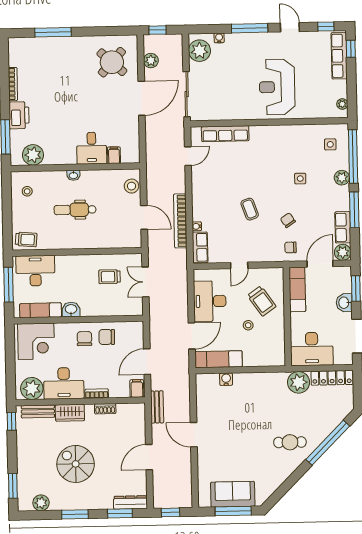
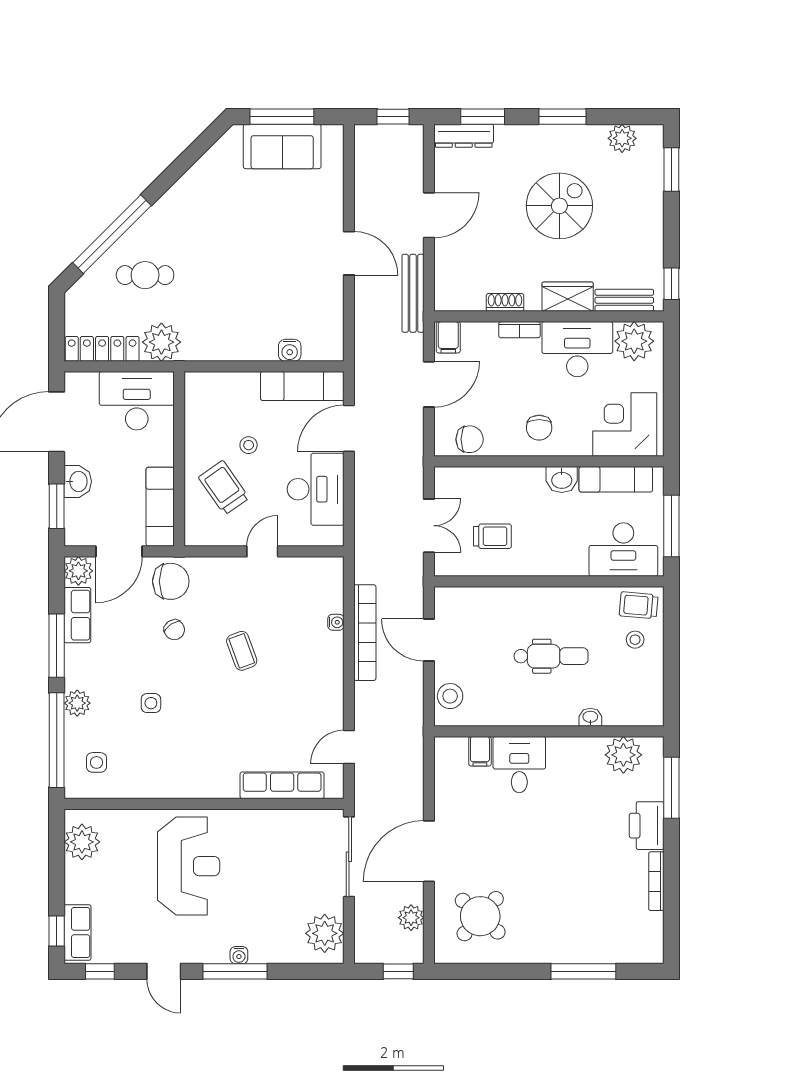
water cooler: (219, 38) -> (239, 955), moved
row of seats: (339, 56) -> (77, 933), width x0.68
plant: (342, 104) -> (82, 842), width x1.87, depth x1.87
washbasin: (73, 175) -> (590, 717), moved
stool: (27, 191) -> (635, 640), moved
row of seats: (200, 247) -> (331, 585), removed
chair: (290, 247) -> (171, 581), width x1.87, depth x1.87
chair: (107, 337) -> (470, 439), moved
bench: (157, 407) -> (413, 293), width x1.36
cafe table: (290, 442) -> (145, 275), moved
spiral stairs: (76, 464) -> (559, 206), turned -90

